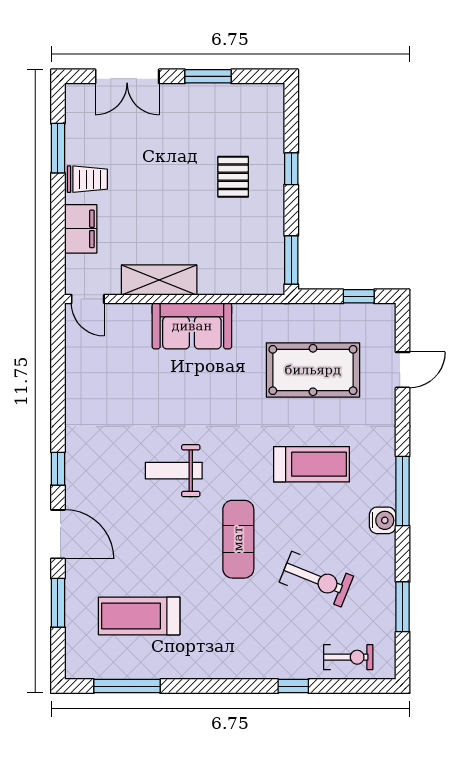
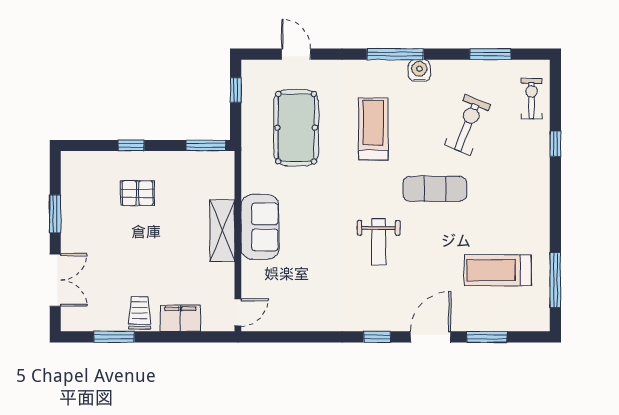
shelving: (159, 280) -> (222, 231), moved
treadmill: (139, 616) -> (498, 270), turned 90

